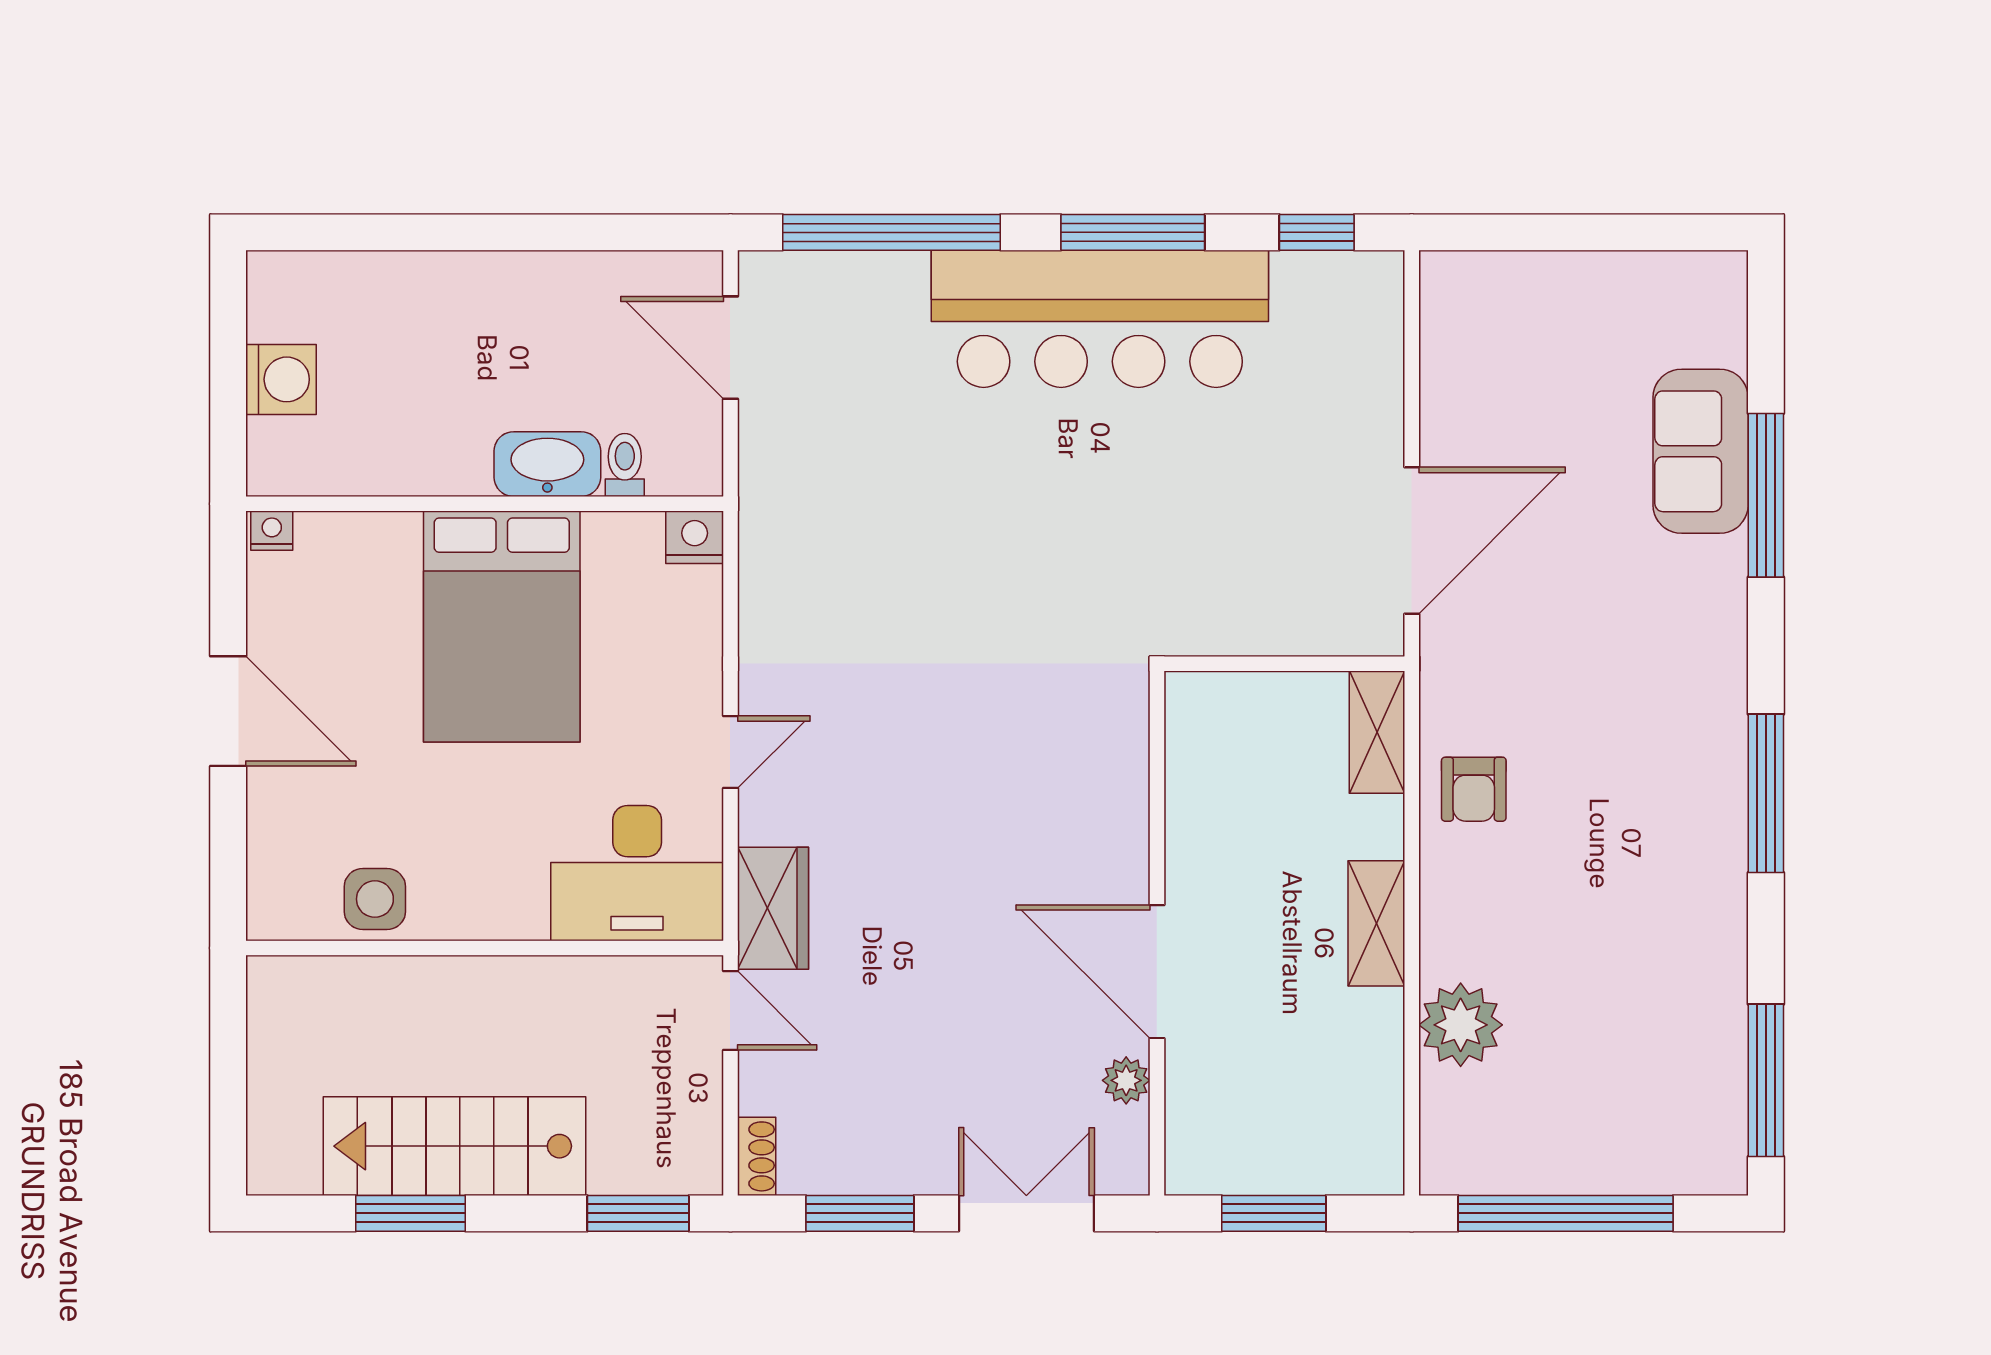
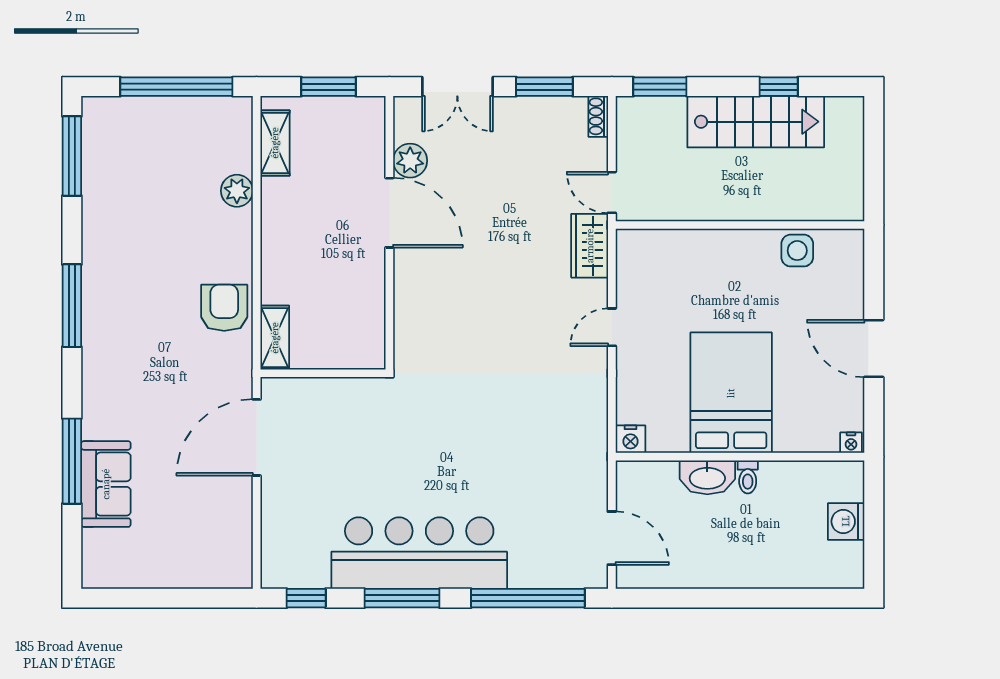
toilet: (625, 465) -> (748, 477), moved
armchair: (1474, 789) -> (224, 308), width x1.38, depth x1.38
desk: (637, 873) -> (661, 264), removed
shelving: (1376, 923) -> (275, 143), moved
plant: (1461, 1025) -> (237, 191), width x0.73, depth x0.73
plant: (1126, 1080) -> (410, 161), width x1.38, depth x1.38
window: (410, 1213) -> (779, 87), width x0.67

